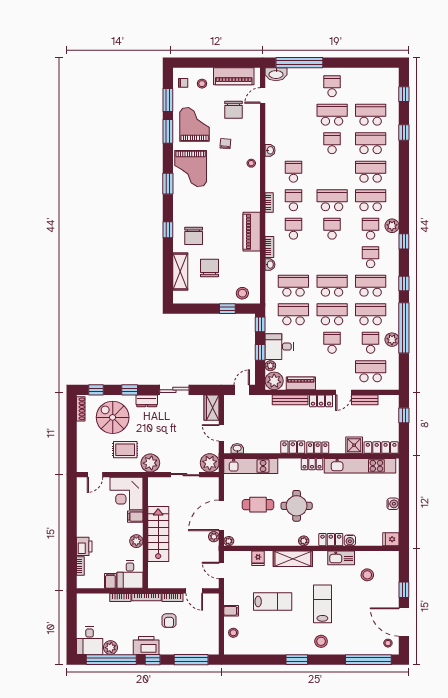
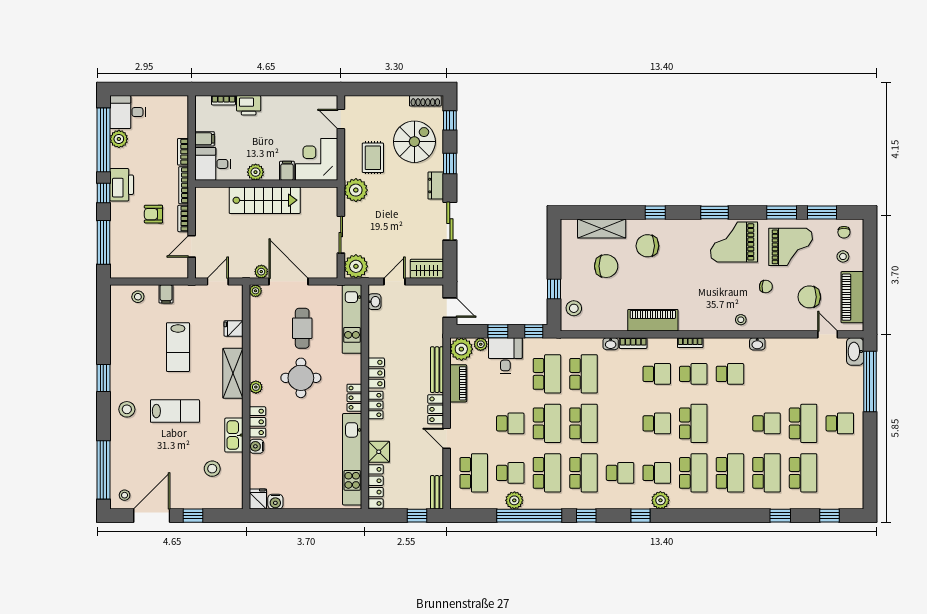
bench: (365, 400) -> (437, 492), moved
water cooler: (393, 504) -> (275, 502), moved

